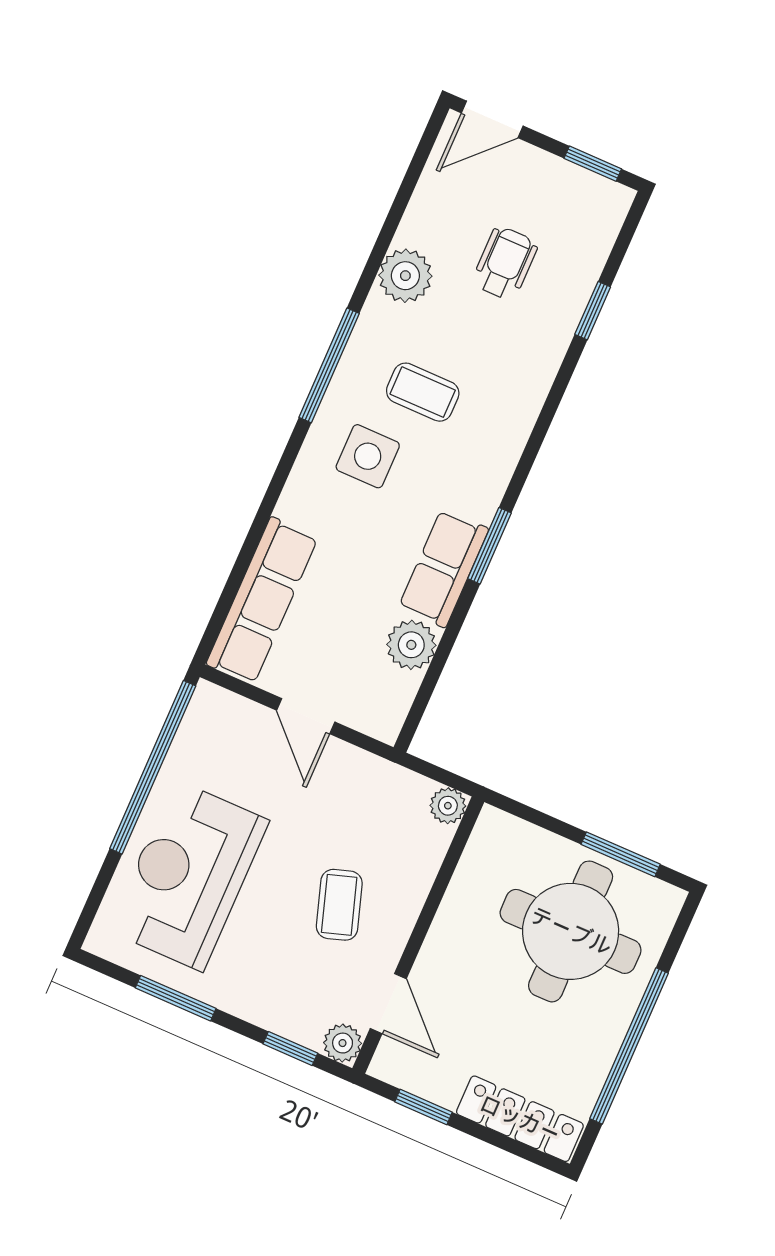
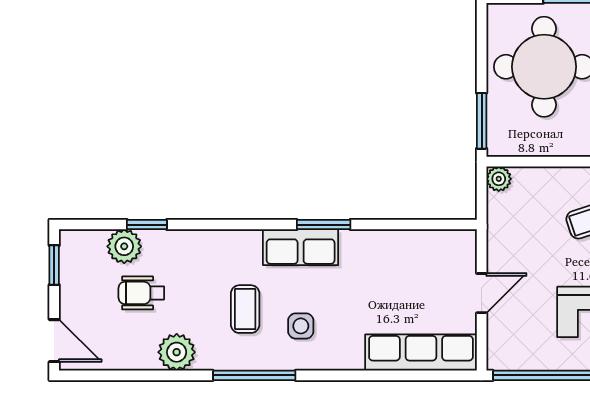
side table: (368, 456) -> (301, 326), width x0.73, depth x0.73
row of seats: (444, 568) -> (301, 247), moved
plant: (411, 645) -> (124, 246), moved
window: (621, 854) -> (482, 121), moved

